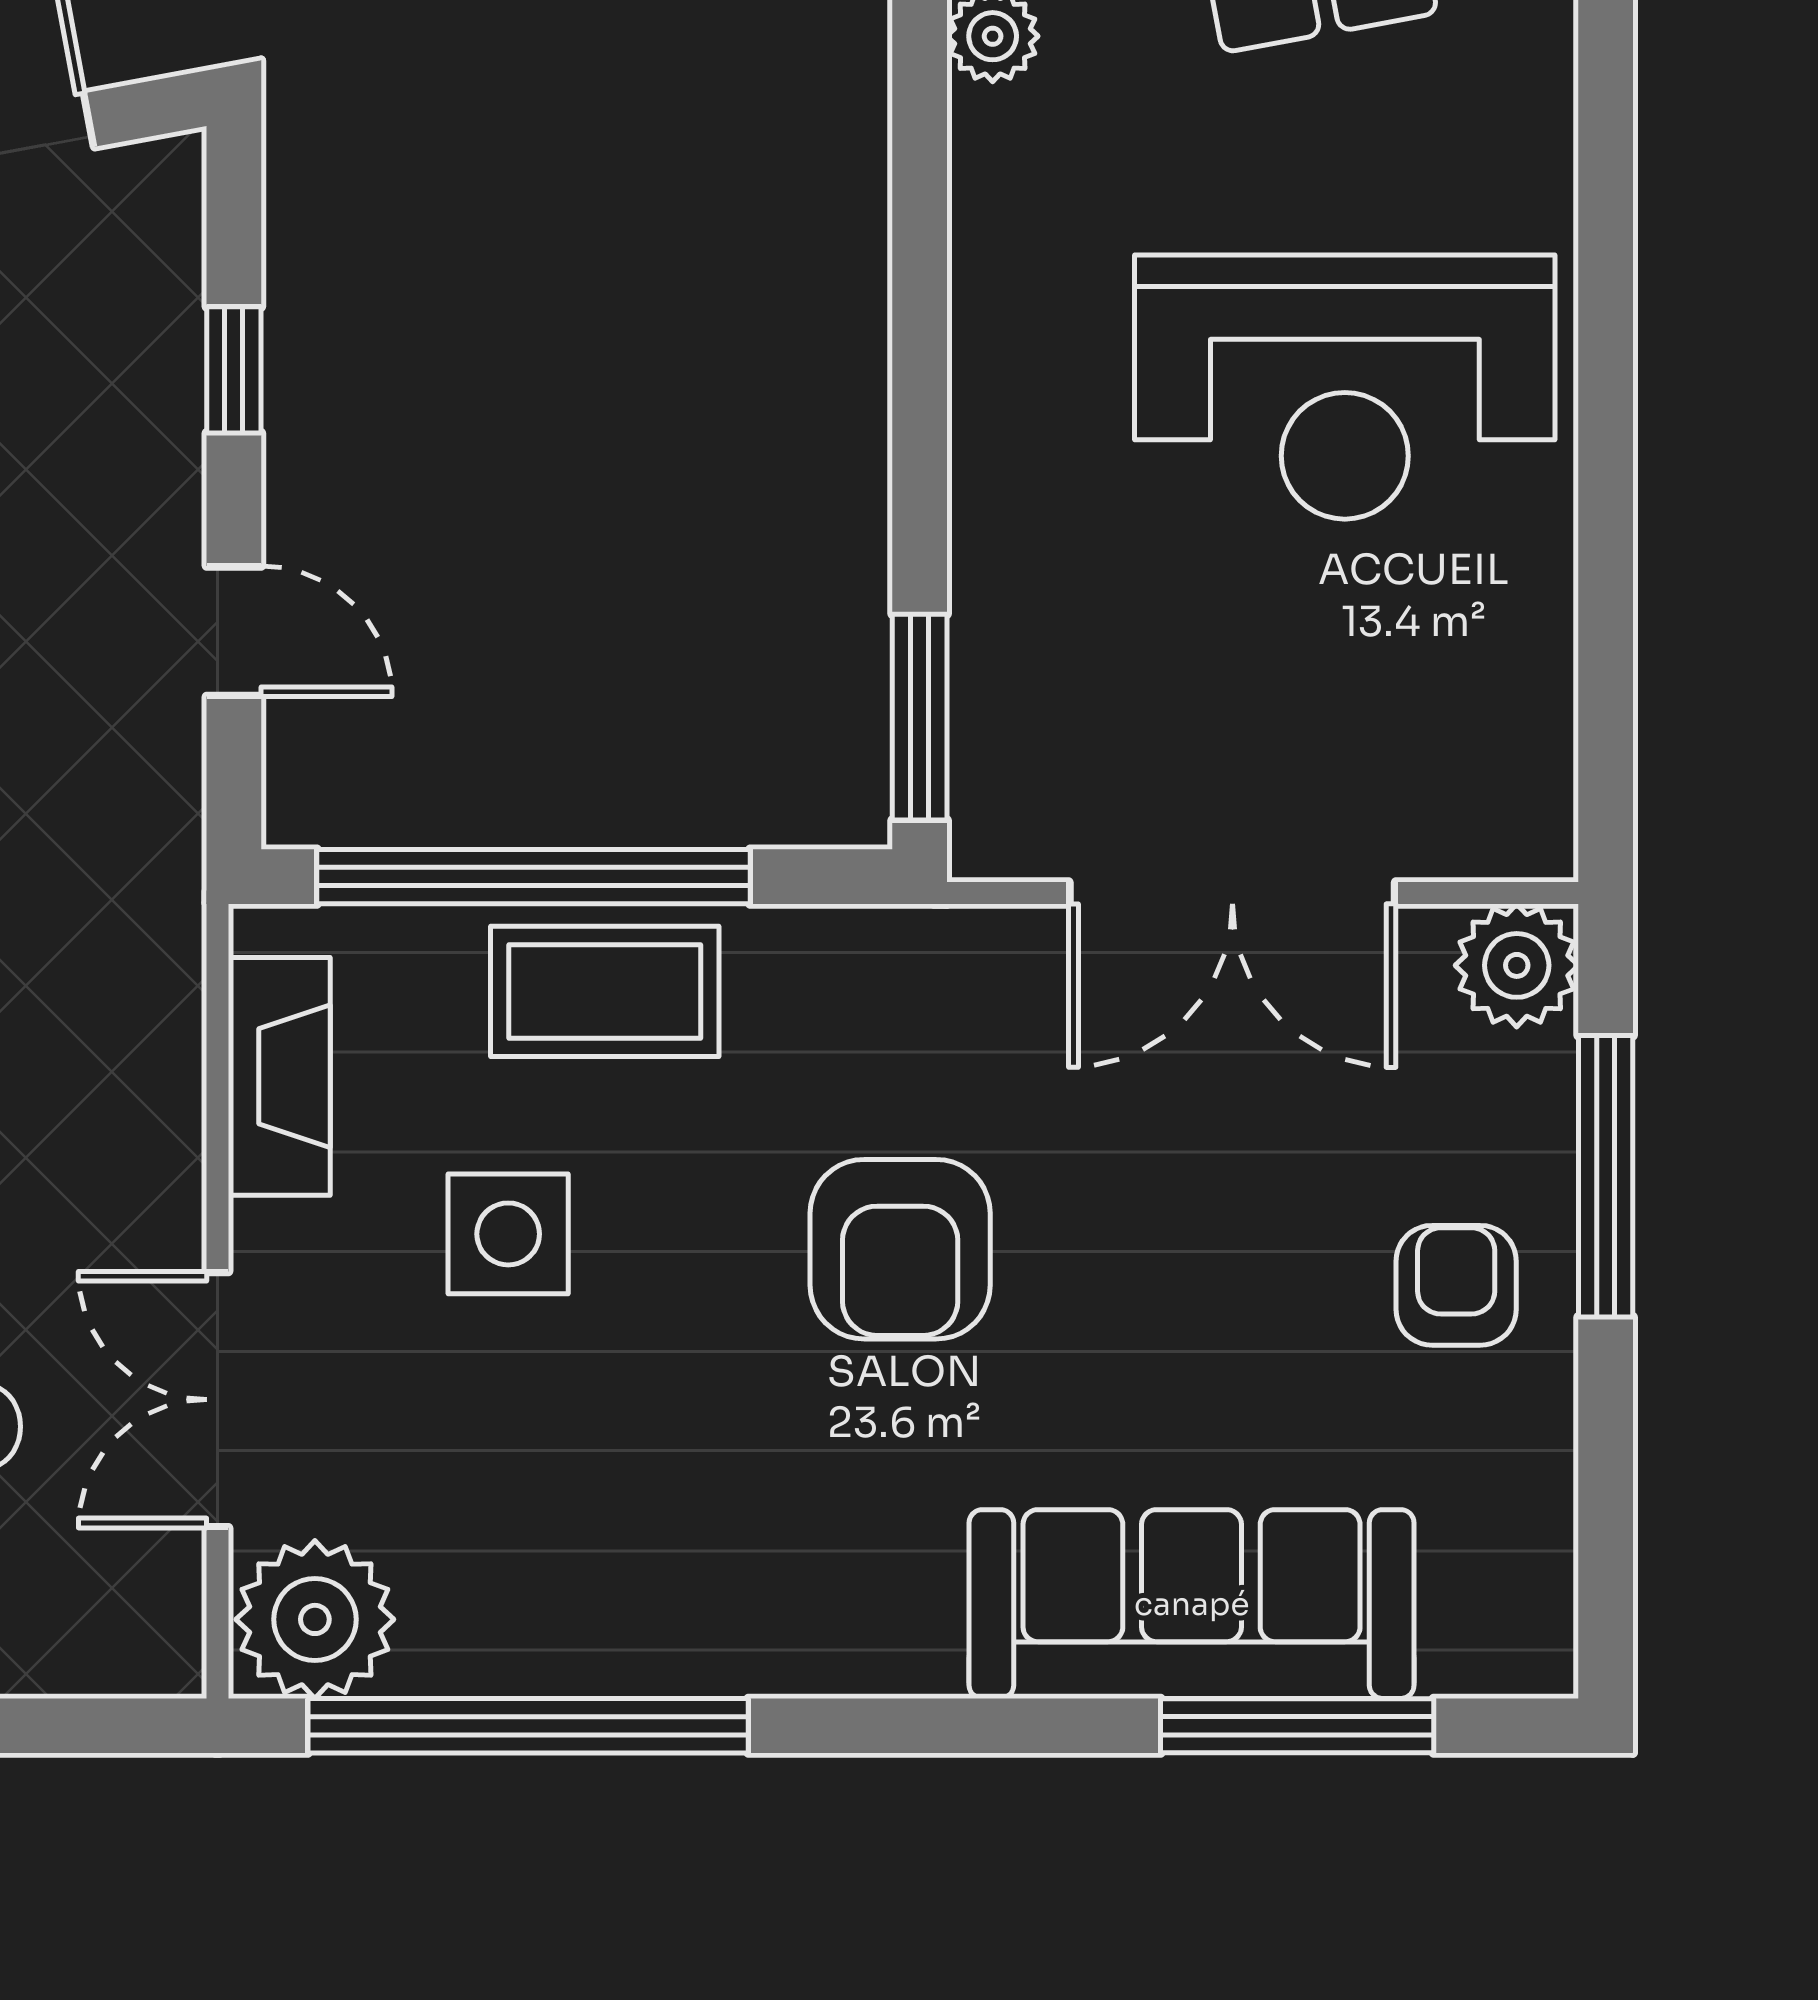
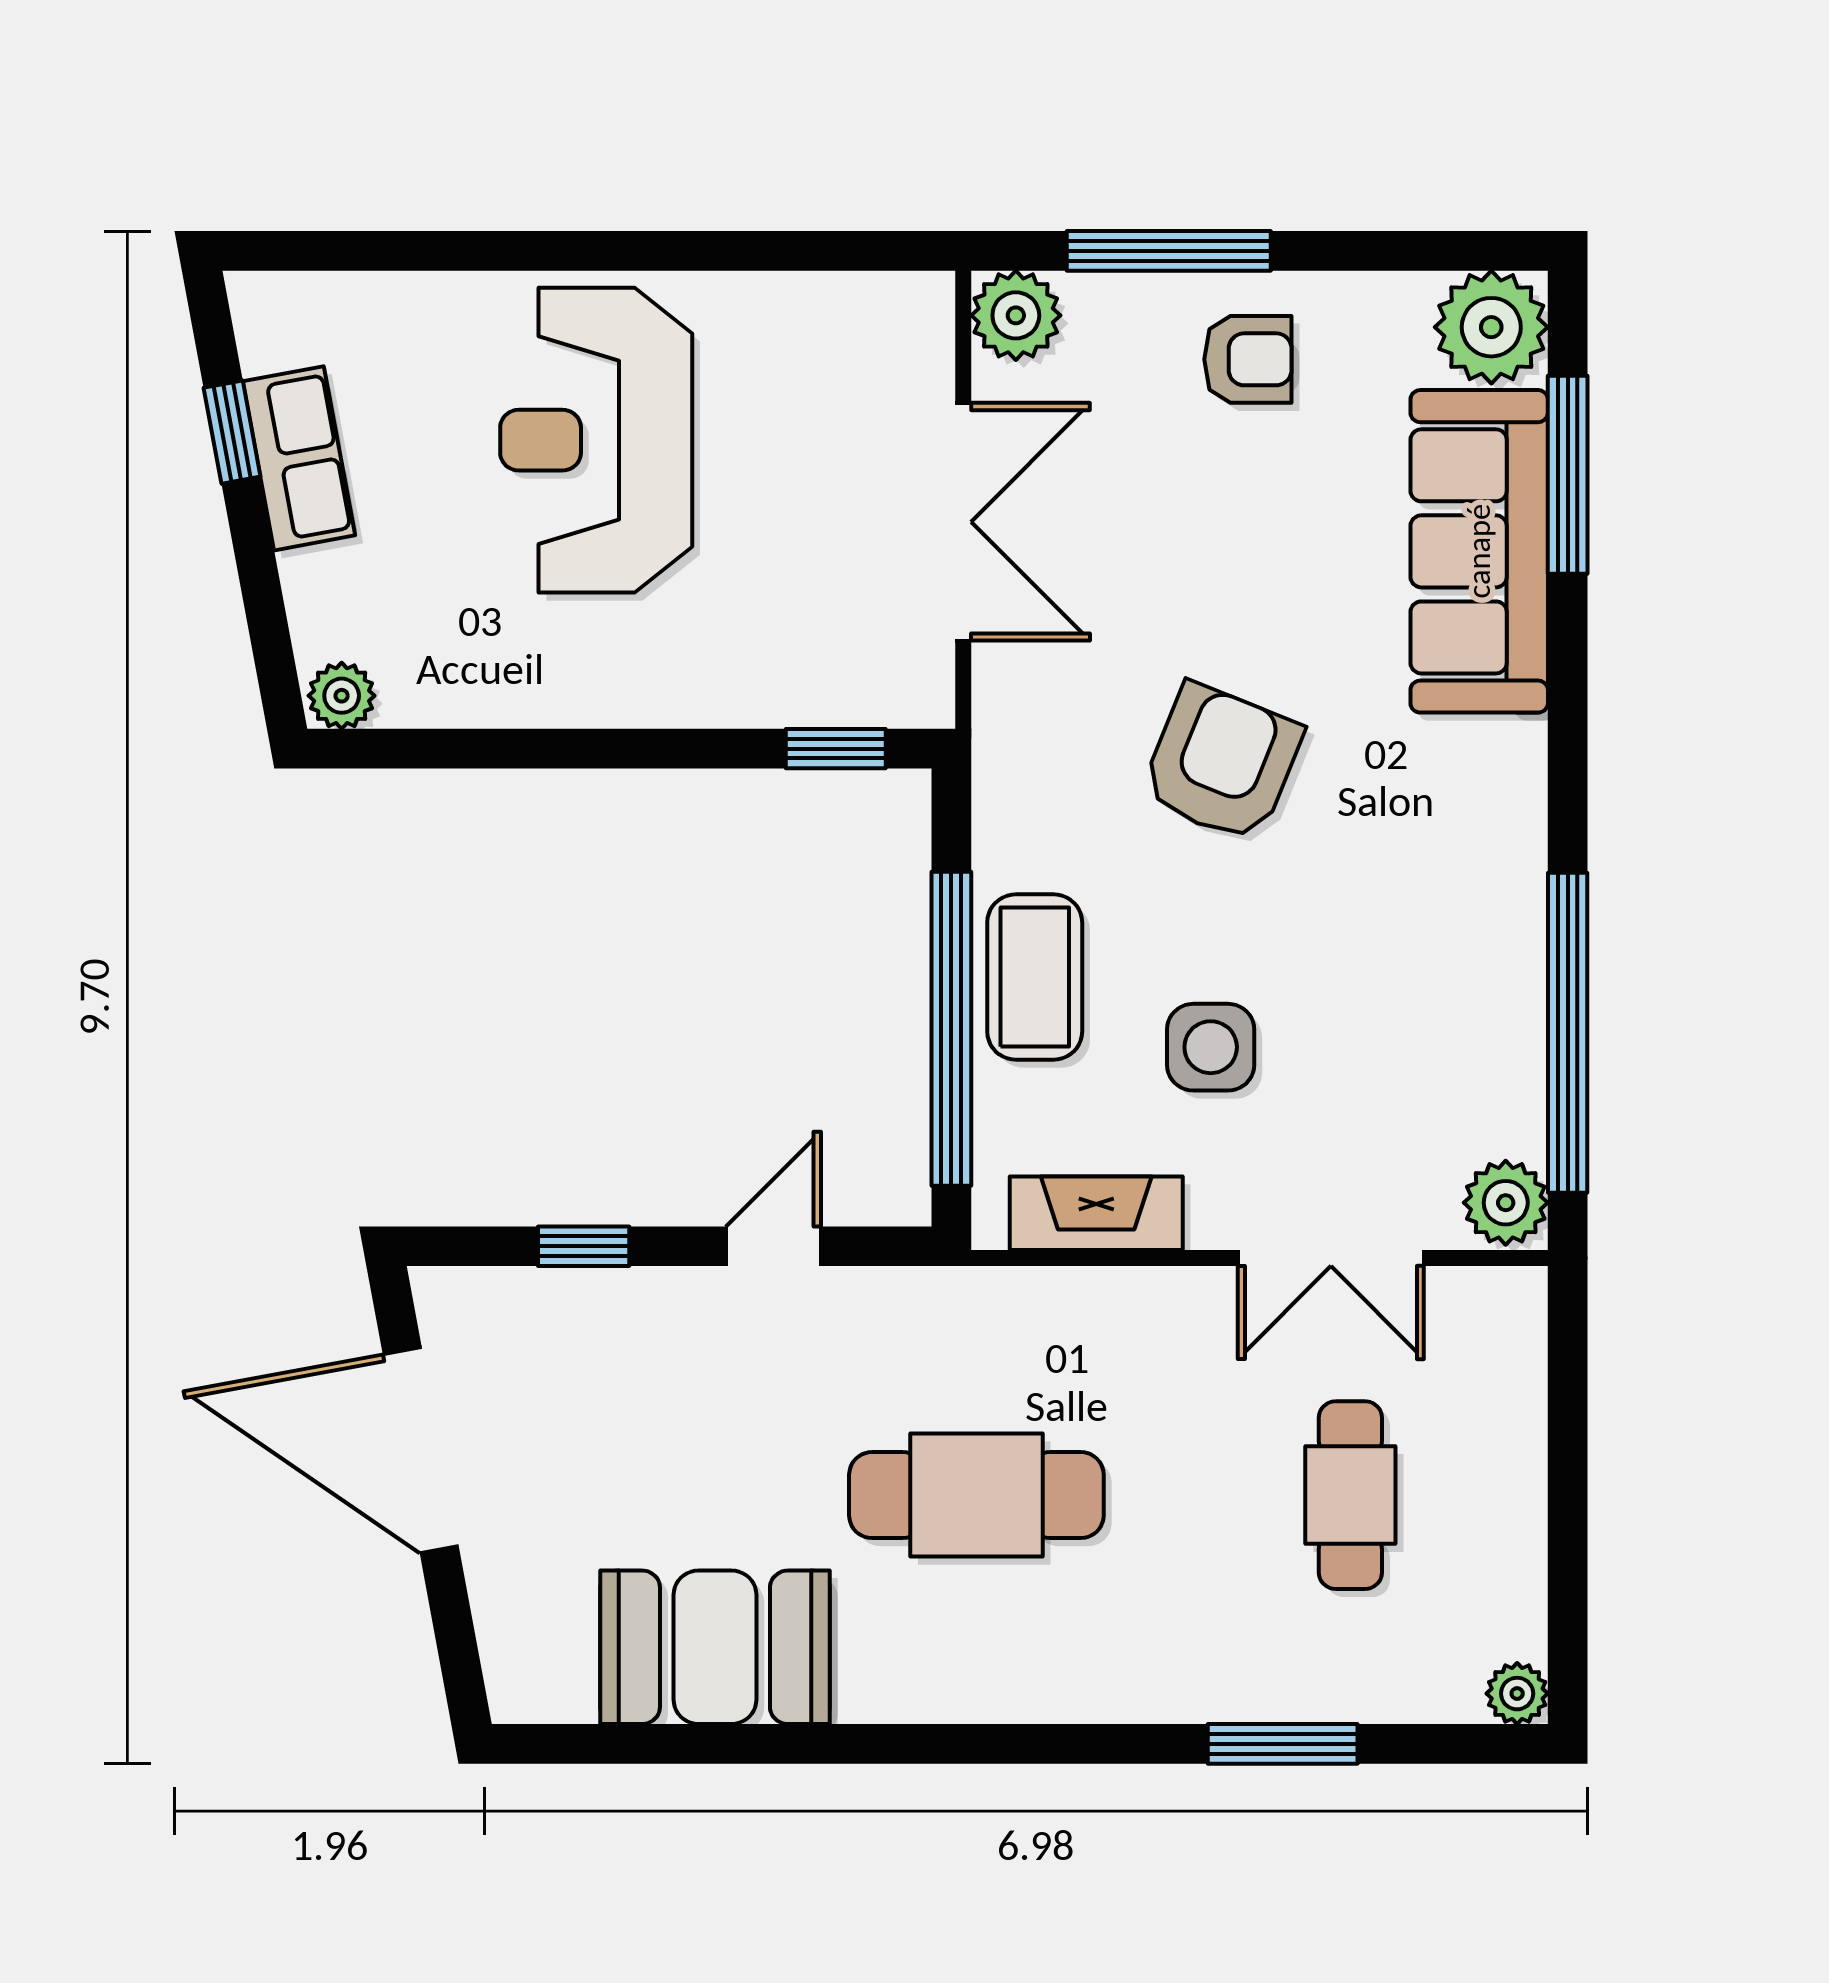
reception desk: (1345, 387) -> (596, 440), turned 180
window: (920, 717) -> (836, 749), width x0.67
armchair: (900, 1249) -> (1222, 763), turned -68
armchair: (1456, 1285) -> (1248, 359), turned 180
plant: (315, 1619) -> (1506, 1203), width x0.73, depth x0.73
plant: (1500, 1621) -> (1491, 327), added

